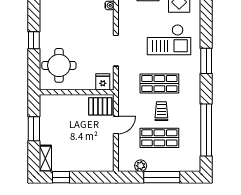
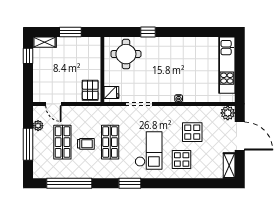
checkout: (169, 40) -> (149, 151), turned 180
door: (116, 125) -> (53, 104), moved

